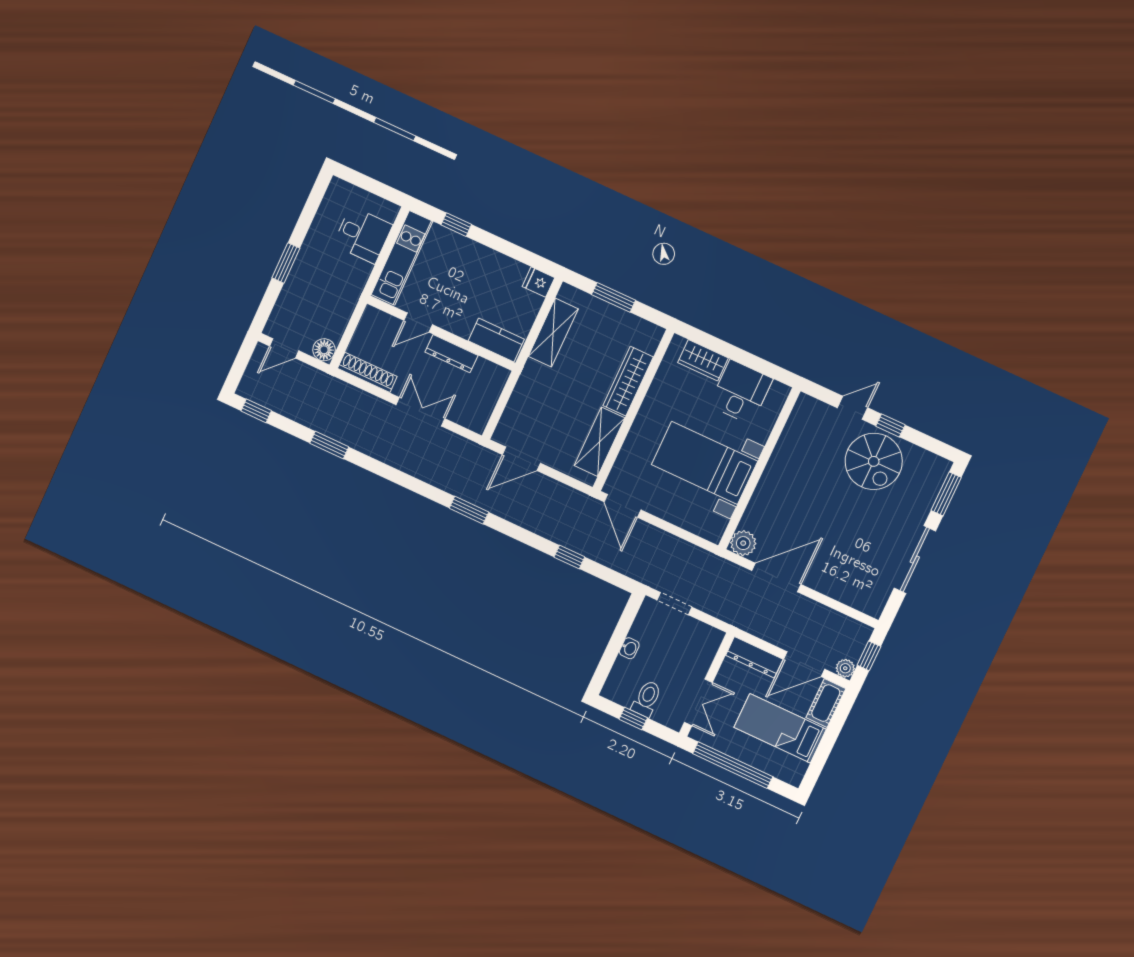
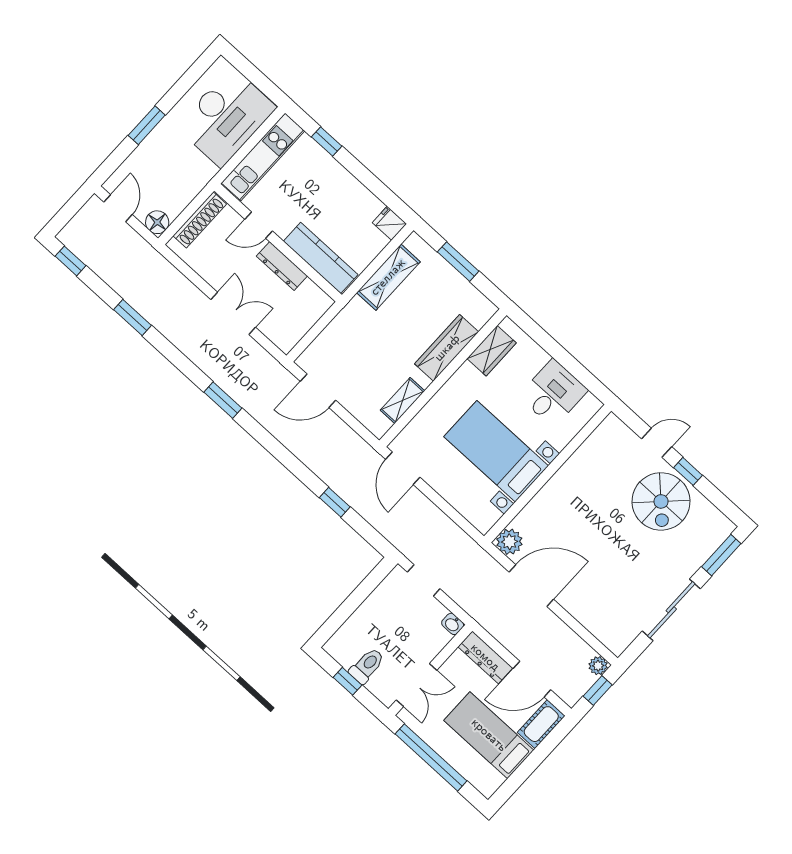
desk: (363, 235) -> (226, 117), width x1.87, depth x1.30
kitchen counter: (496, 340) -> (321, 258), width x1.50
door: (284, 348) -> (118, 208), swing flipped
wardrobe: (703, 360) -> (492, 351), moved, turned -90
shoe rack: (367, 372) -> (200, 220), moved, turned 90
shelving: (600, 442) -> (402, 401), width x0.67, depth x0.75
window: (469, 510) -> (223, 400), moved
washbasin: (629, 648) -> (453, 624), moved, turned 90
plant: (845, 668) -> (598, 666), moved

